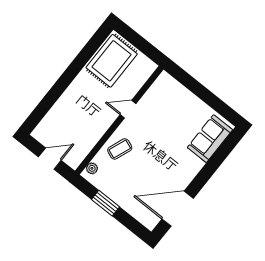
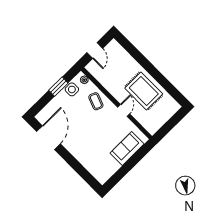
rug: (112, 61) -> (144, 91), moved
sofa: (210, 139) -> (127, 149), moved, turned -90
side table: (107, 184) -> (72, 89), added

